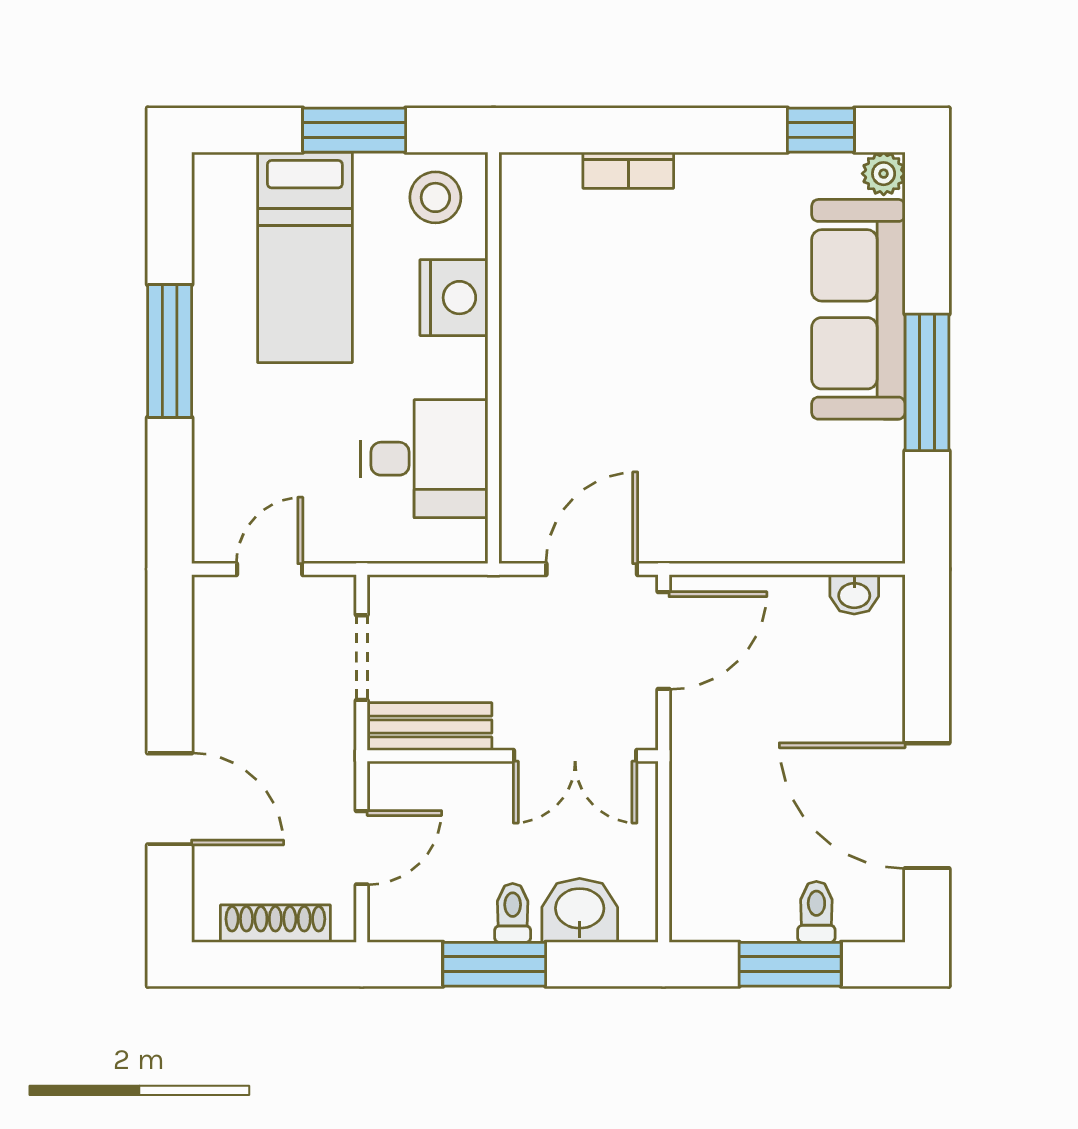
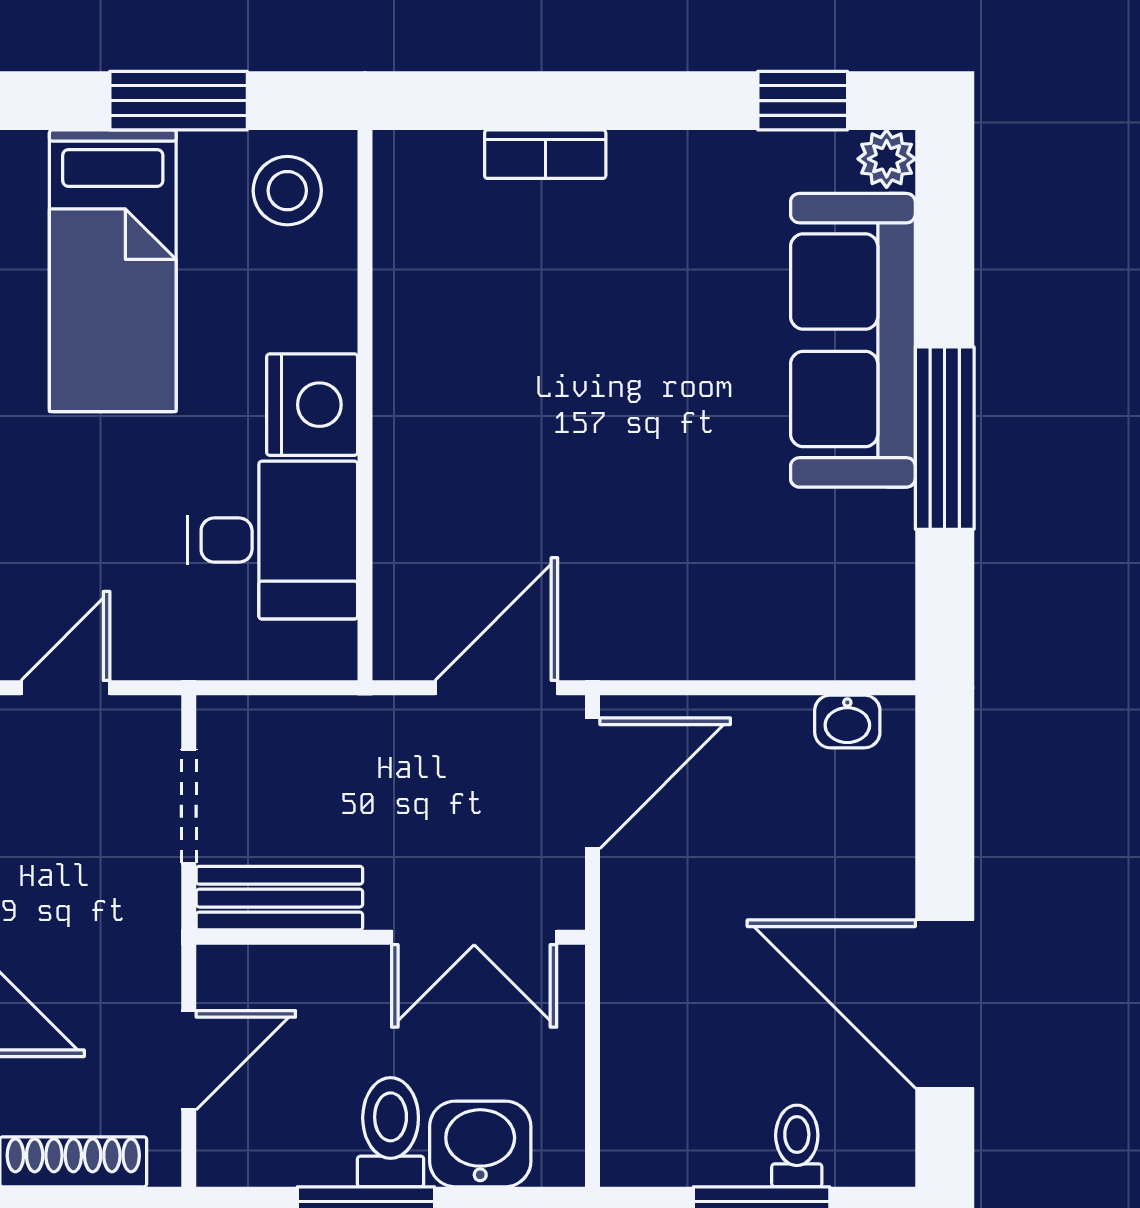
nightstand: (454, 298) -> (312, 405), moved
toilet: (513, 913) -> (391, 1132), width x1.37, depth x1.39

